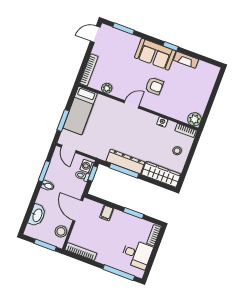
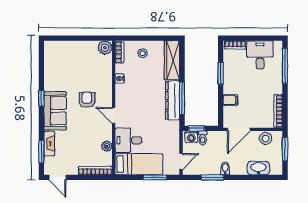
fireplace: (186, 60) -> (49, 143), moved
desk: (105, 109) -> (128, 140), added

